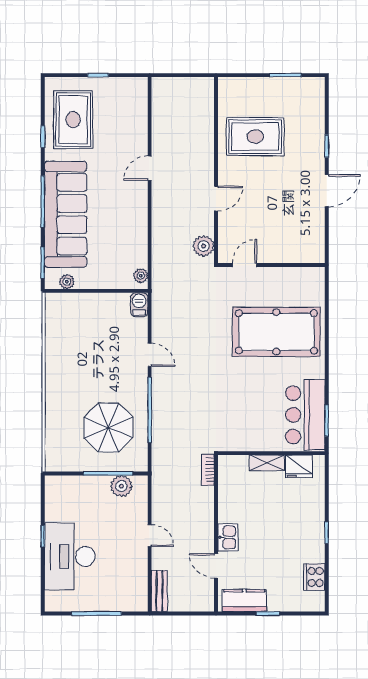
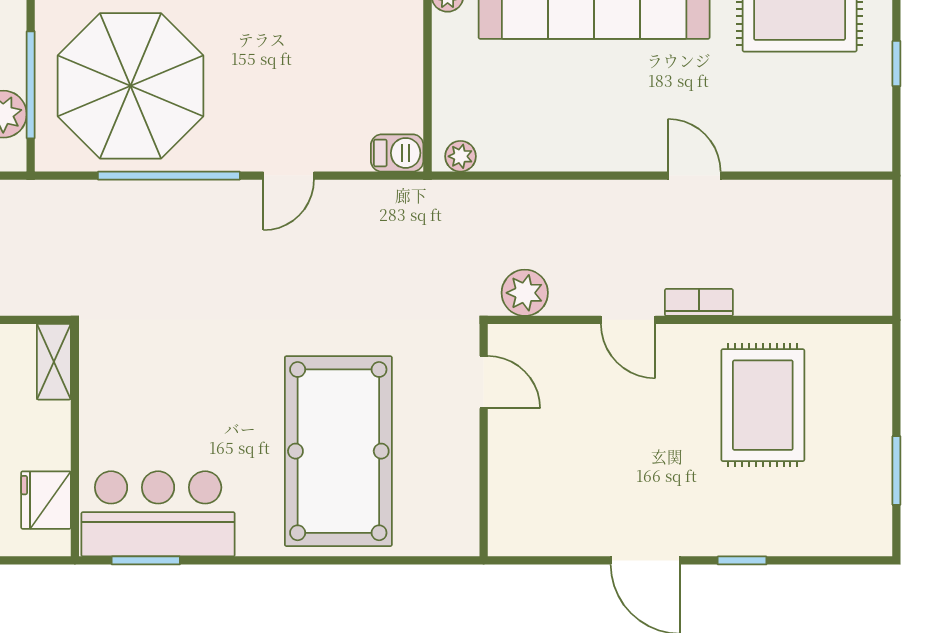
parasol: (108, 427) -> (131, 86), width x1.36, depth x1.36
shelving: (267, 463) -> (54, 362), moved
bookcase: (208, 470) -> (699, 302), moved

